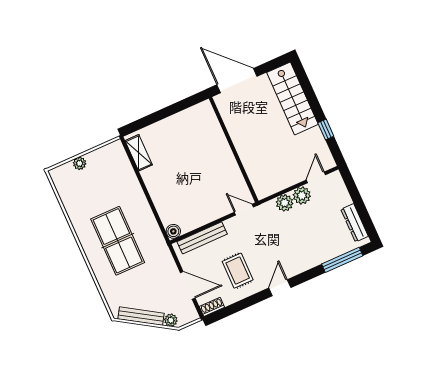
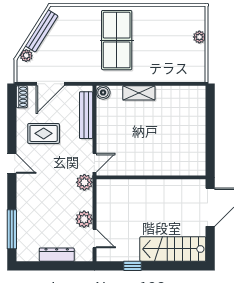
shelving: (139, 153) -> (139, 93), moved
plant: (285, 203) -> (84, 182), moved
dresser: (355, 223) -> (57, 255), moved
table tennis table: (118, 241) -> (117, 40), turned 90

